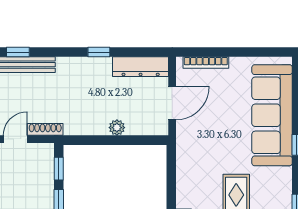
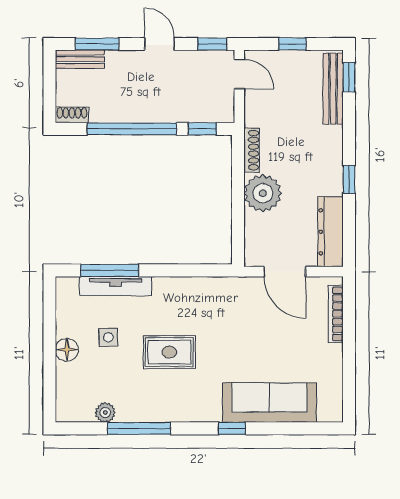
sofa: (272, 115) -> (269, 403), width x0.74, depth x0.79
plant: (117, 128) -> (263, 193), width x1.87, depth x1.87
shoe rack: (45, 129) -> (252, 150), moved

